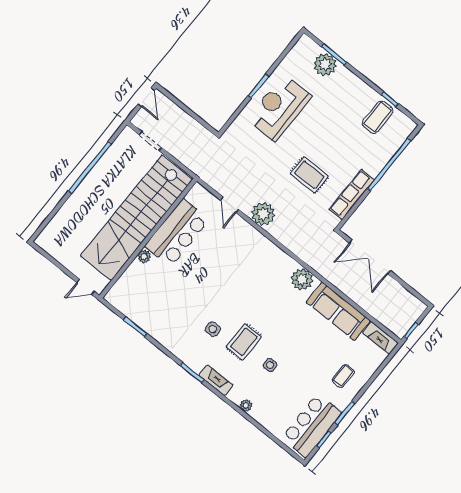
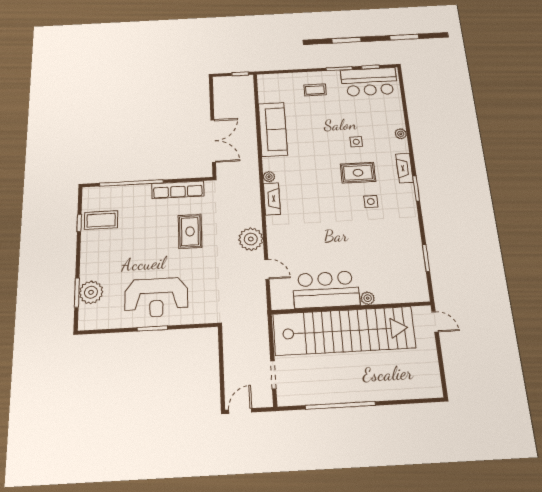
door: (230, 205) -> (267, 269), hinge flipped
plant: (302, 279) -> (269, 177), width x0.53, depth x0.53
fireplace: (380, 338) -> (272, 199), moved

